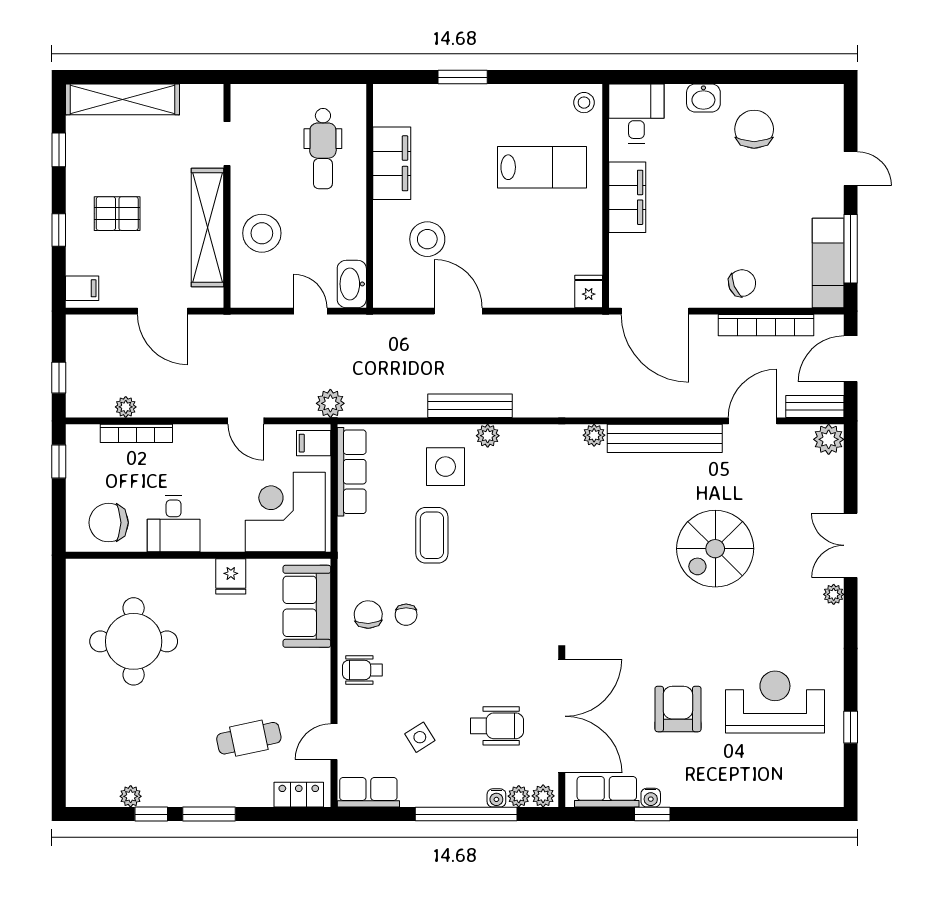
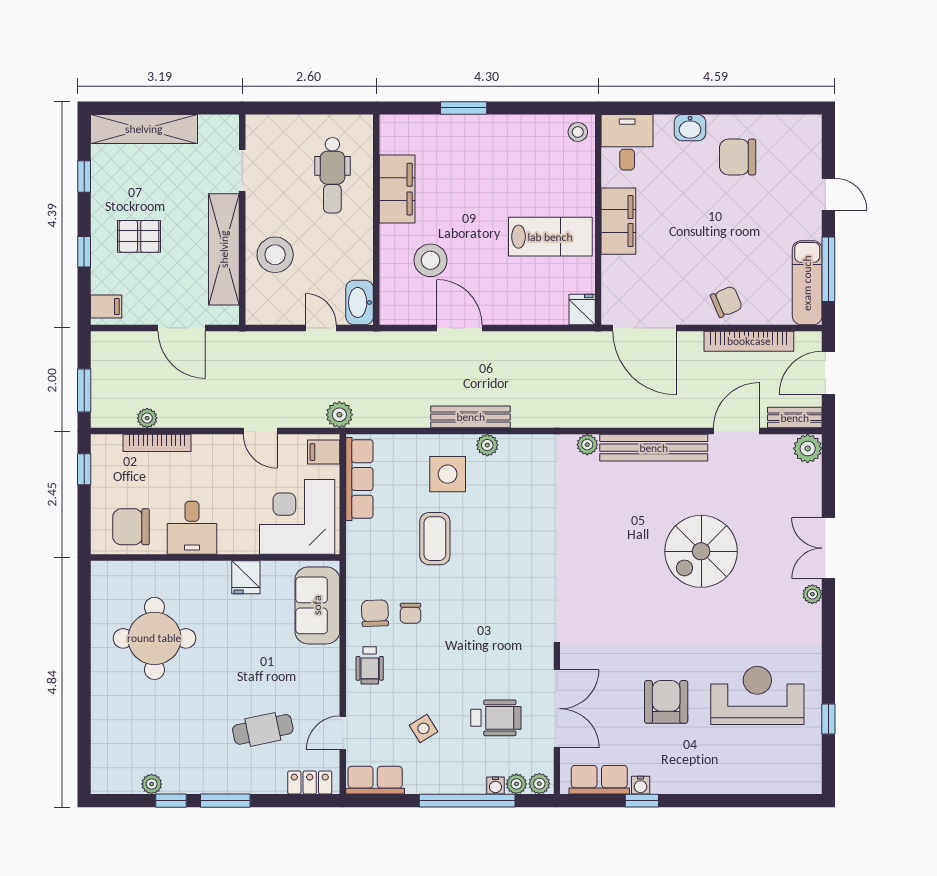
chair: (754, 129) -> (738, 157), turned -90
lab bench: (542, 167) -> (550, 237), moved
window: (59, 378) -> (84, 390), width x1.50
wheelchair: (363, 670) -> (370, 665), turned -90
double door: (562, 716) -> (557, 709), width x0.73

